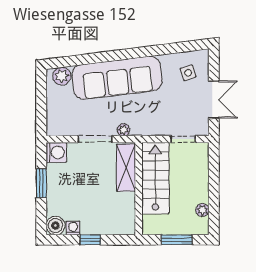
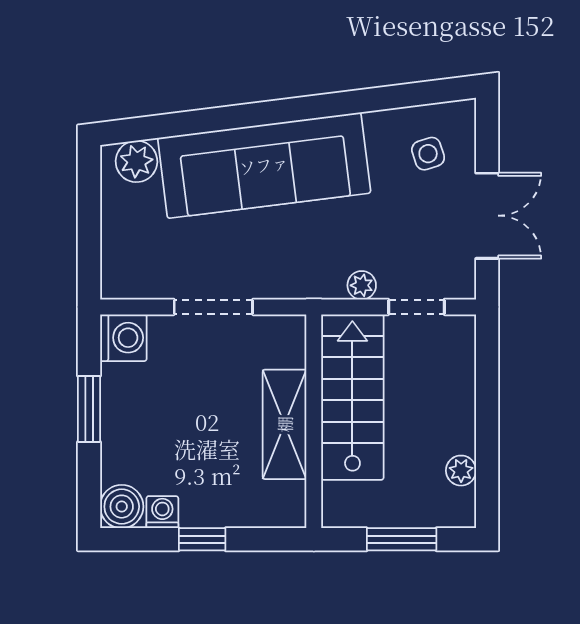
plant: (124, 130) -> (362, 285), moved
shelving: (126, 168) -> (285, 424), moved

